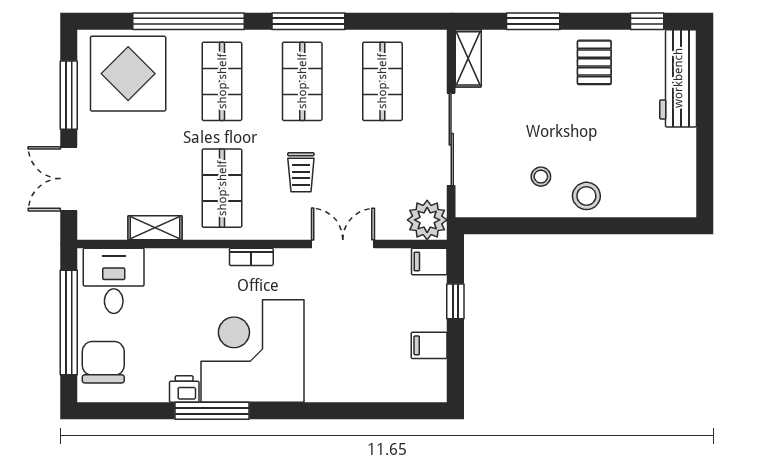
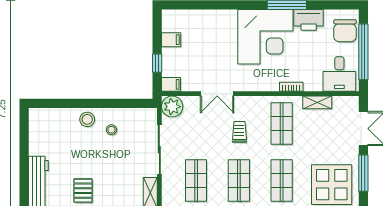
bookcase: (251, 257) -> (291, 87), moved
printer: (184, 389) -> (309, 20), width x1.87, depth x1.48

